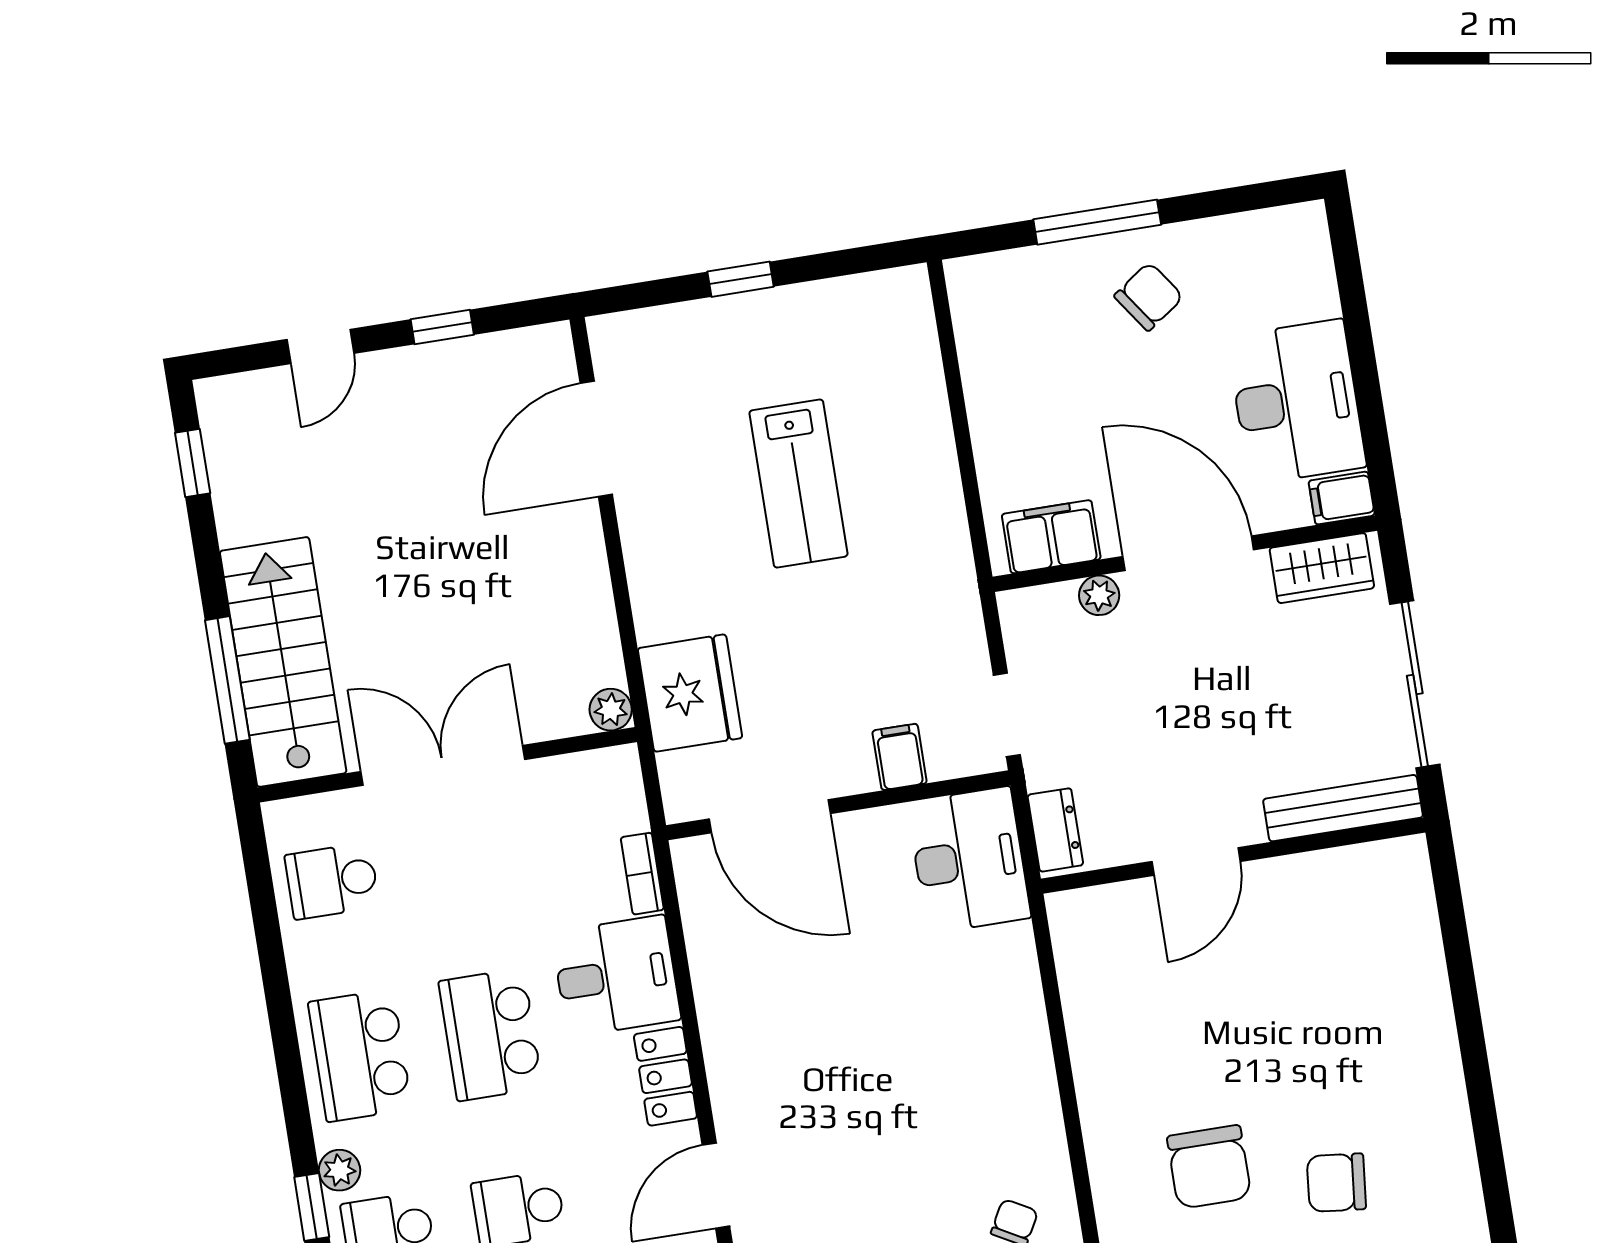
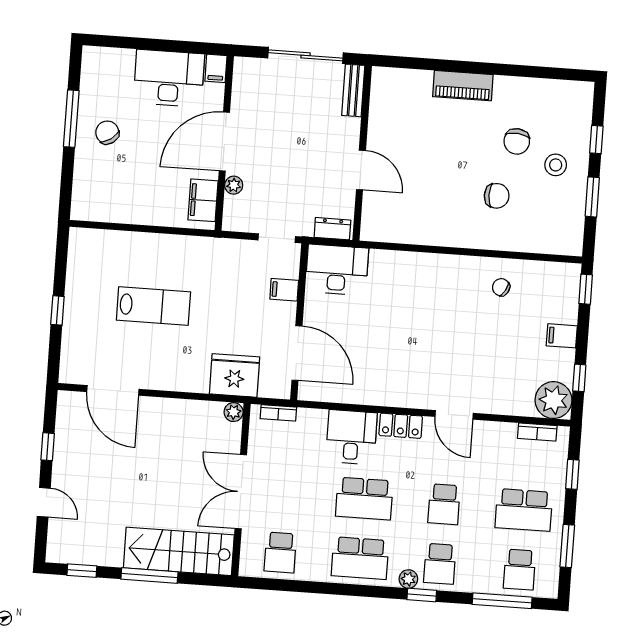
window: (1097, 222) -> (71, 119), moved
wardrobe: (1322, 568) -> (245, 84), removed
window: (227, 680) -> (149, 576), moved
bench: (1343, 808) -> (353, 90), width x0.73
door: (770, 816) -> (297, 353), hinge flipped
bookcase: (642, 874) -> (278, 413), moved
piano: (1429, 1038) -> (463, 86), added
chair: (1209, 1167) -> (497, 196), width x0.73, depth x0.73

